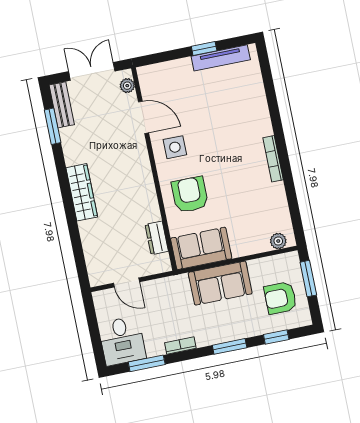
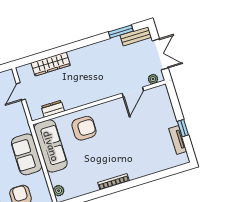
tv unit: (221, 58) -> (178, 140), width x0.71
side table: (175, 147) -> (115, 115), removed
wardrobe: (82, 192) -> (51, 64), moved
sofa: (201, 248) -> (51, 146), width x1.36

